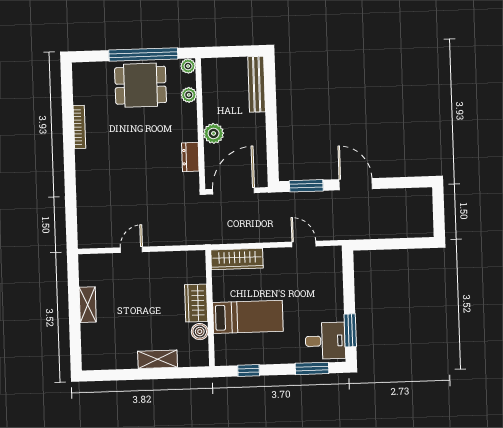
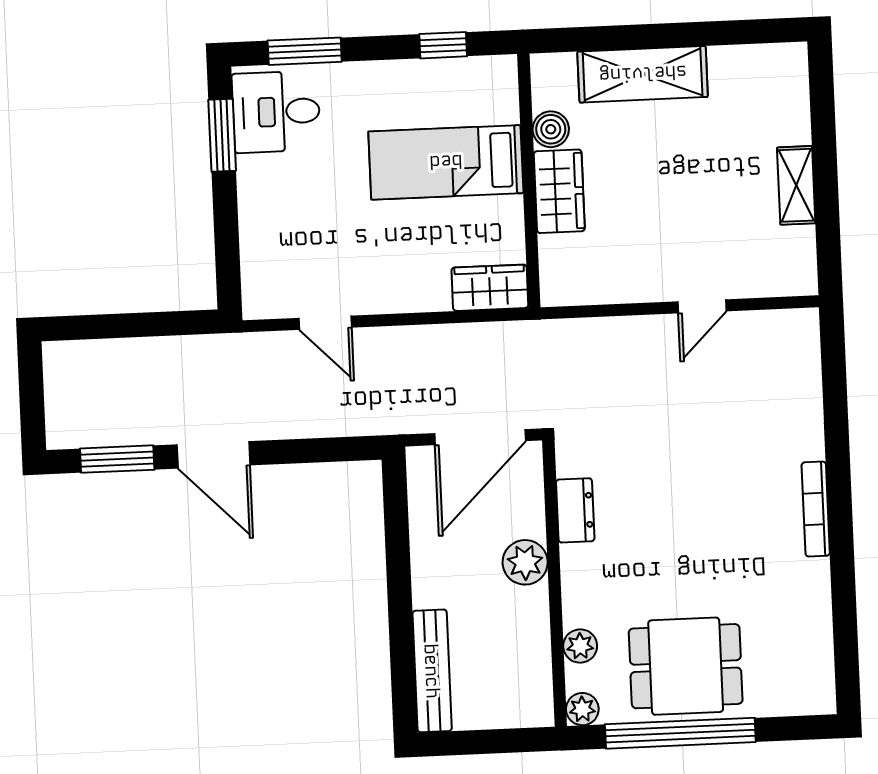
bookcase: (79, 127) -> (816, 509), moved
window: (306, 186) -> (117, 459), moved
wardrobe: (237, 259) -> (490, 288), width x0.67
shelving: (158, 359) -> (643, 74), width x1.50, depth x1.33

